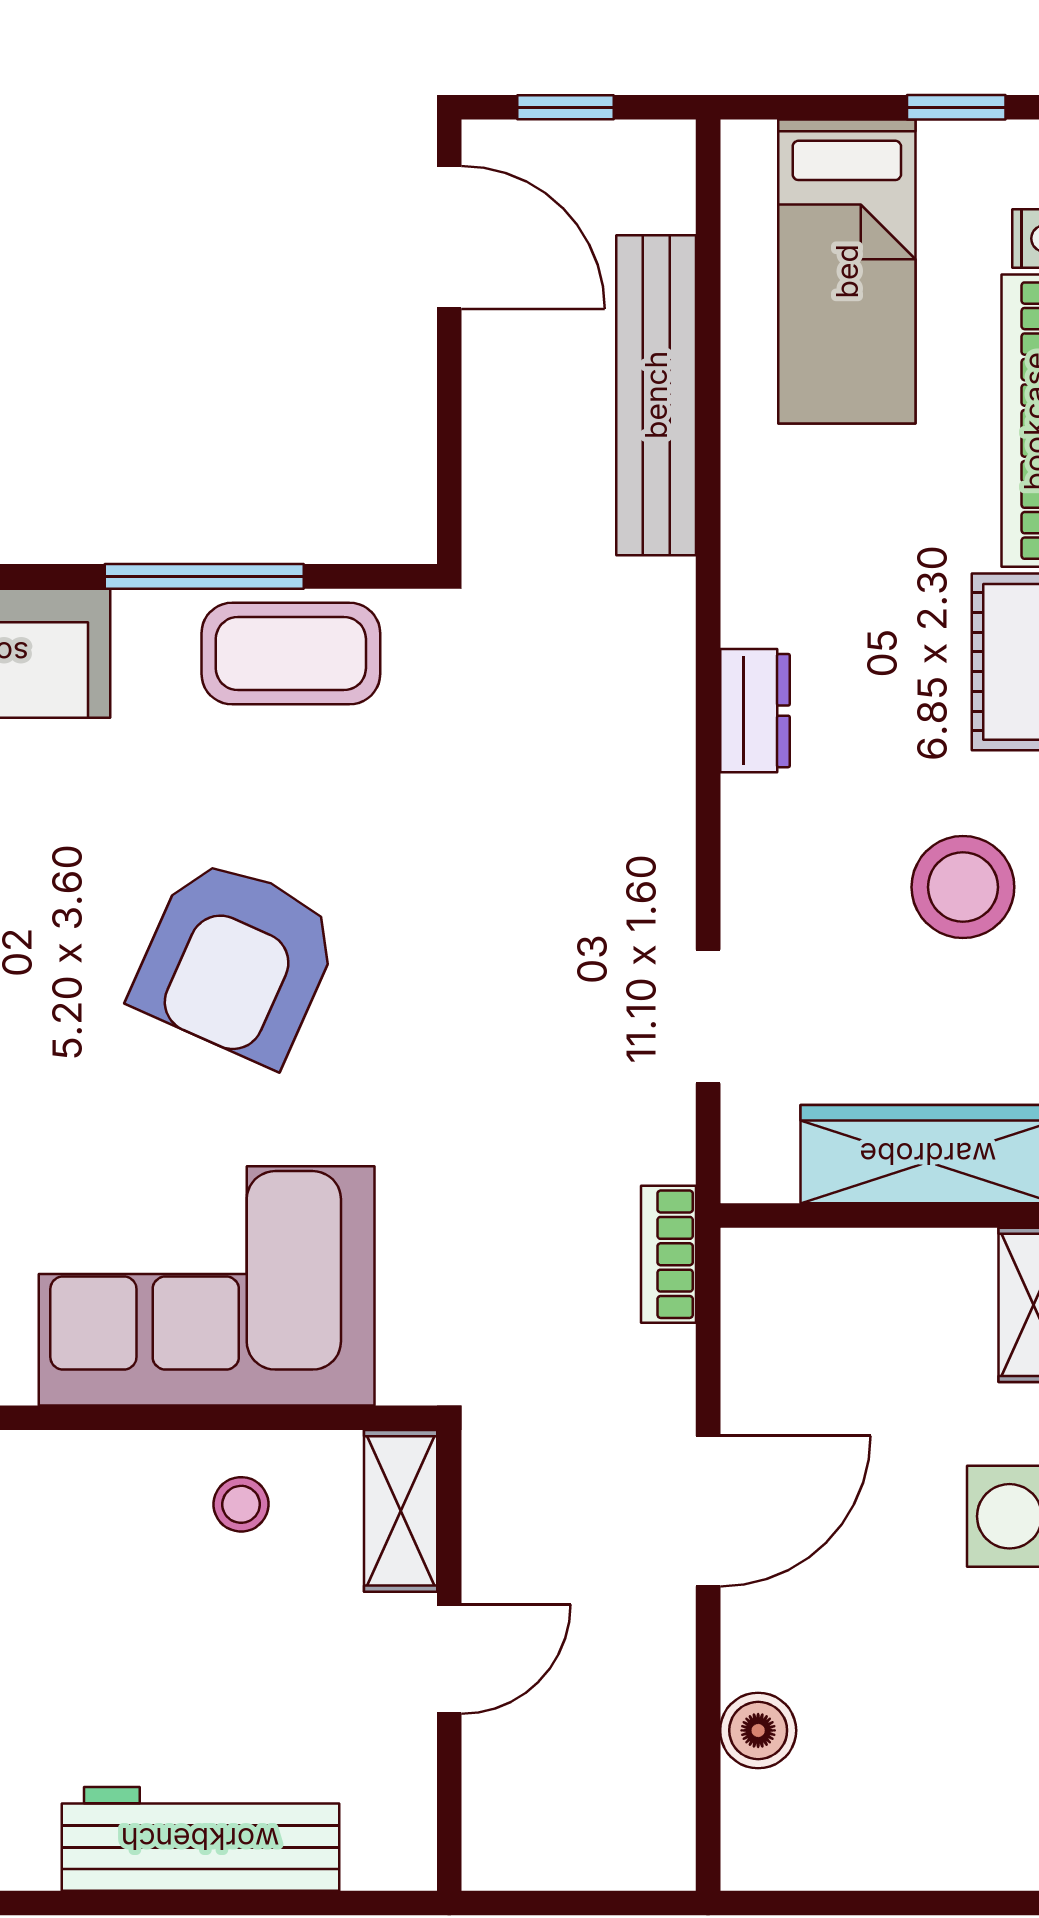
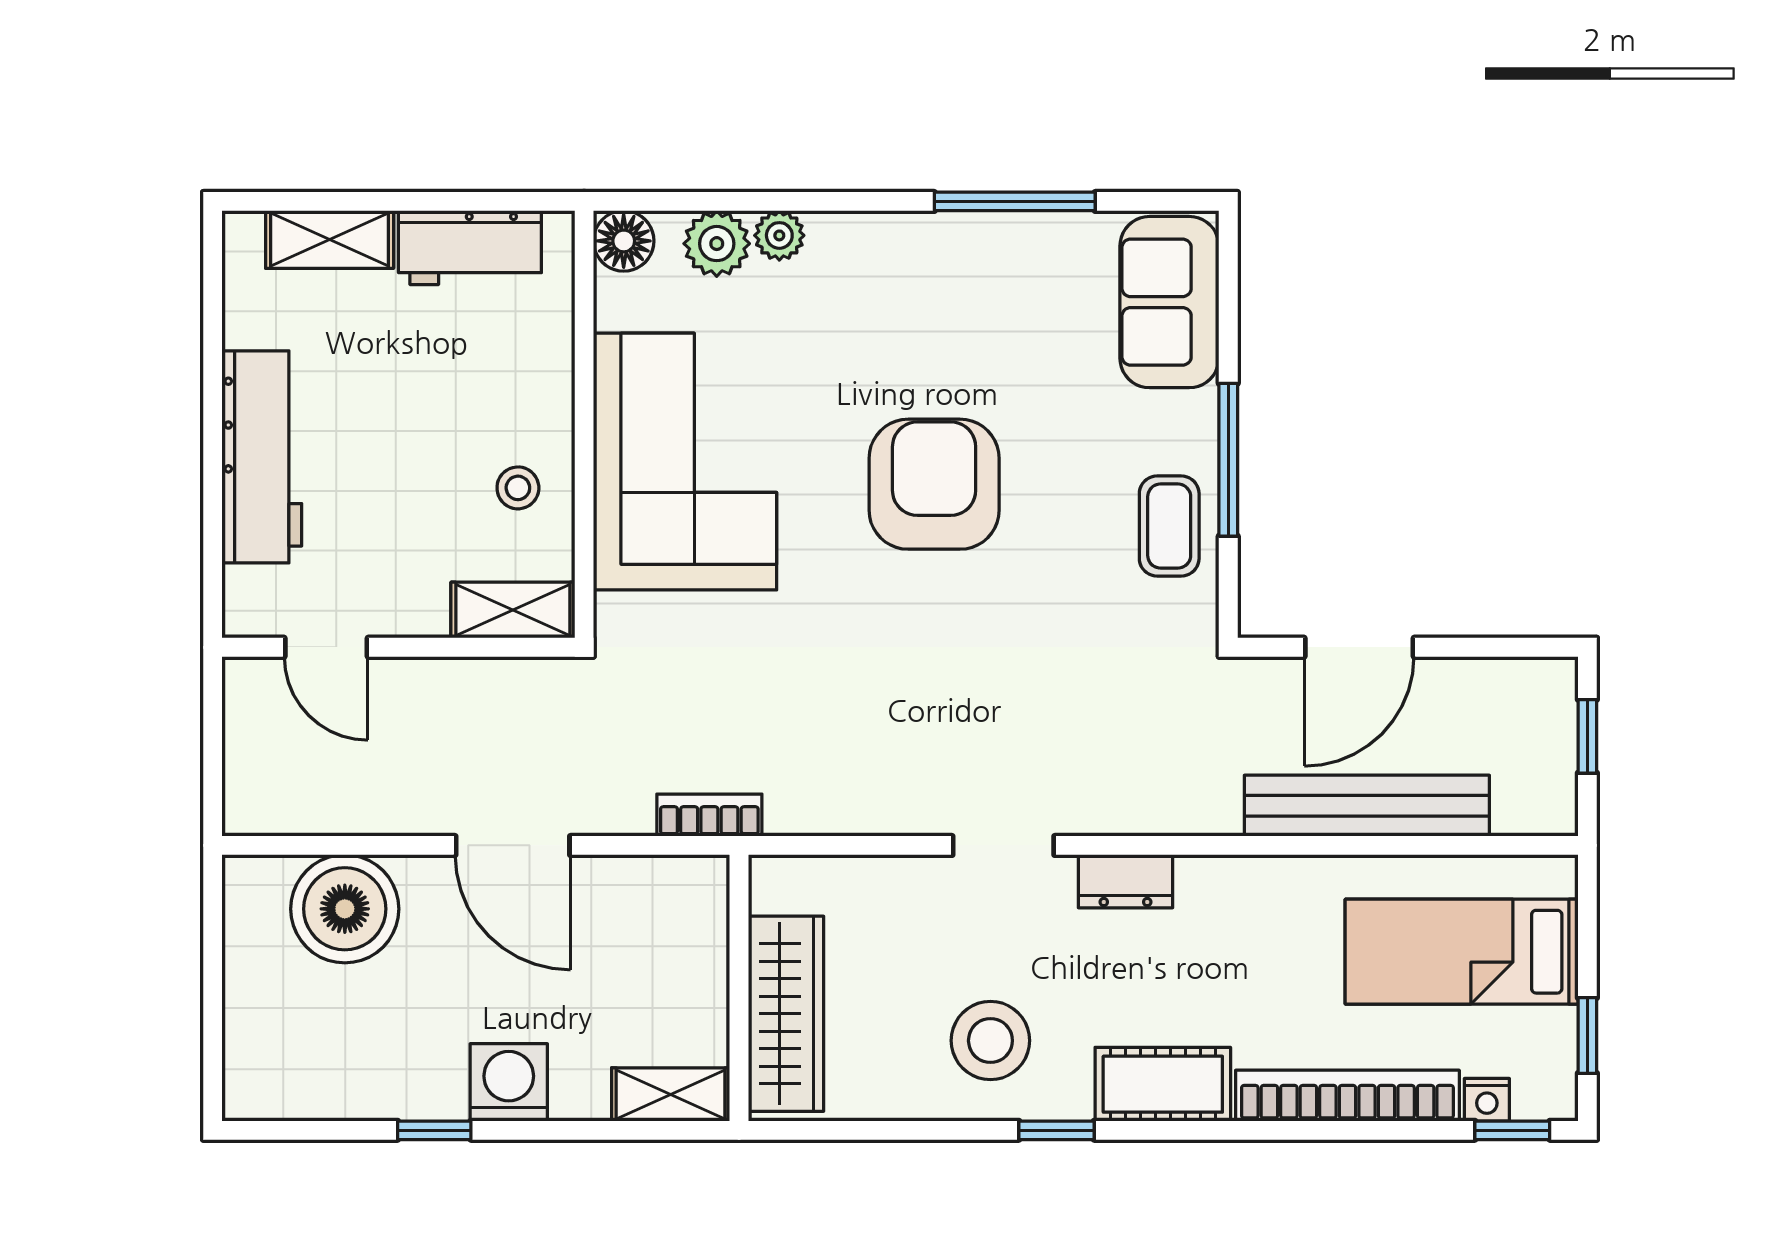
door: (449, 237) -> (1359, 647), moved
coffee table: (291, 654) -> (1169, 526), width x0.73, depth x0.77
armchair: (236, 961) -> (934, 484), turned 66
doorway: (708, 1017) -> (1003, 845), moved
door: (449, 1659) -> (326, 647), moved
boiler: (758, 1730) -> (345, 909), width x1.86, depth x1.86

